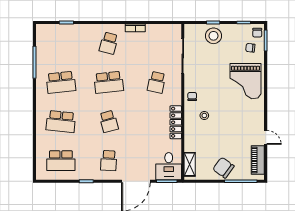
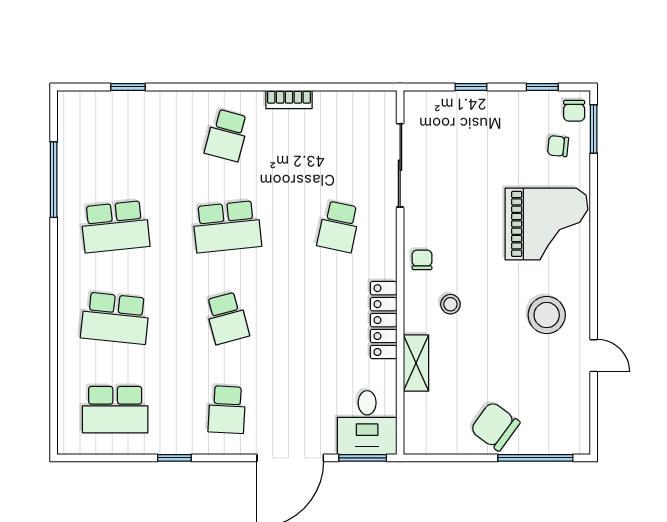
stool: (214, 36) -> (547, 315), moved
grand piano: (245, 81) -> (546, 224), turned -90
piano: (258, 160) -> (575, 408), removed
shelving: (190, 164) -> (416, 363), moved

